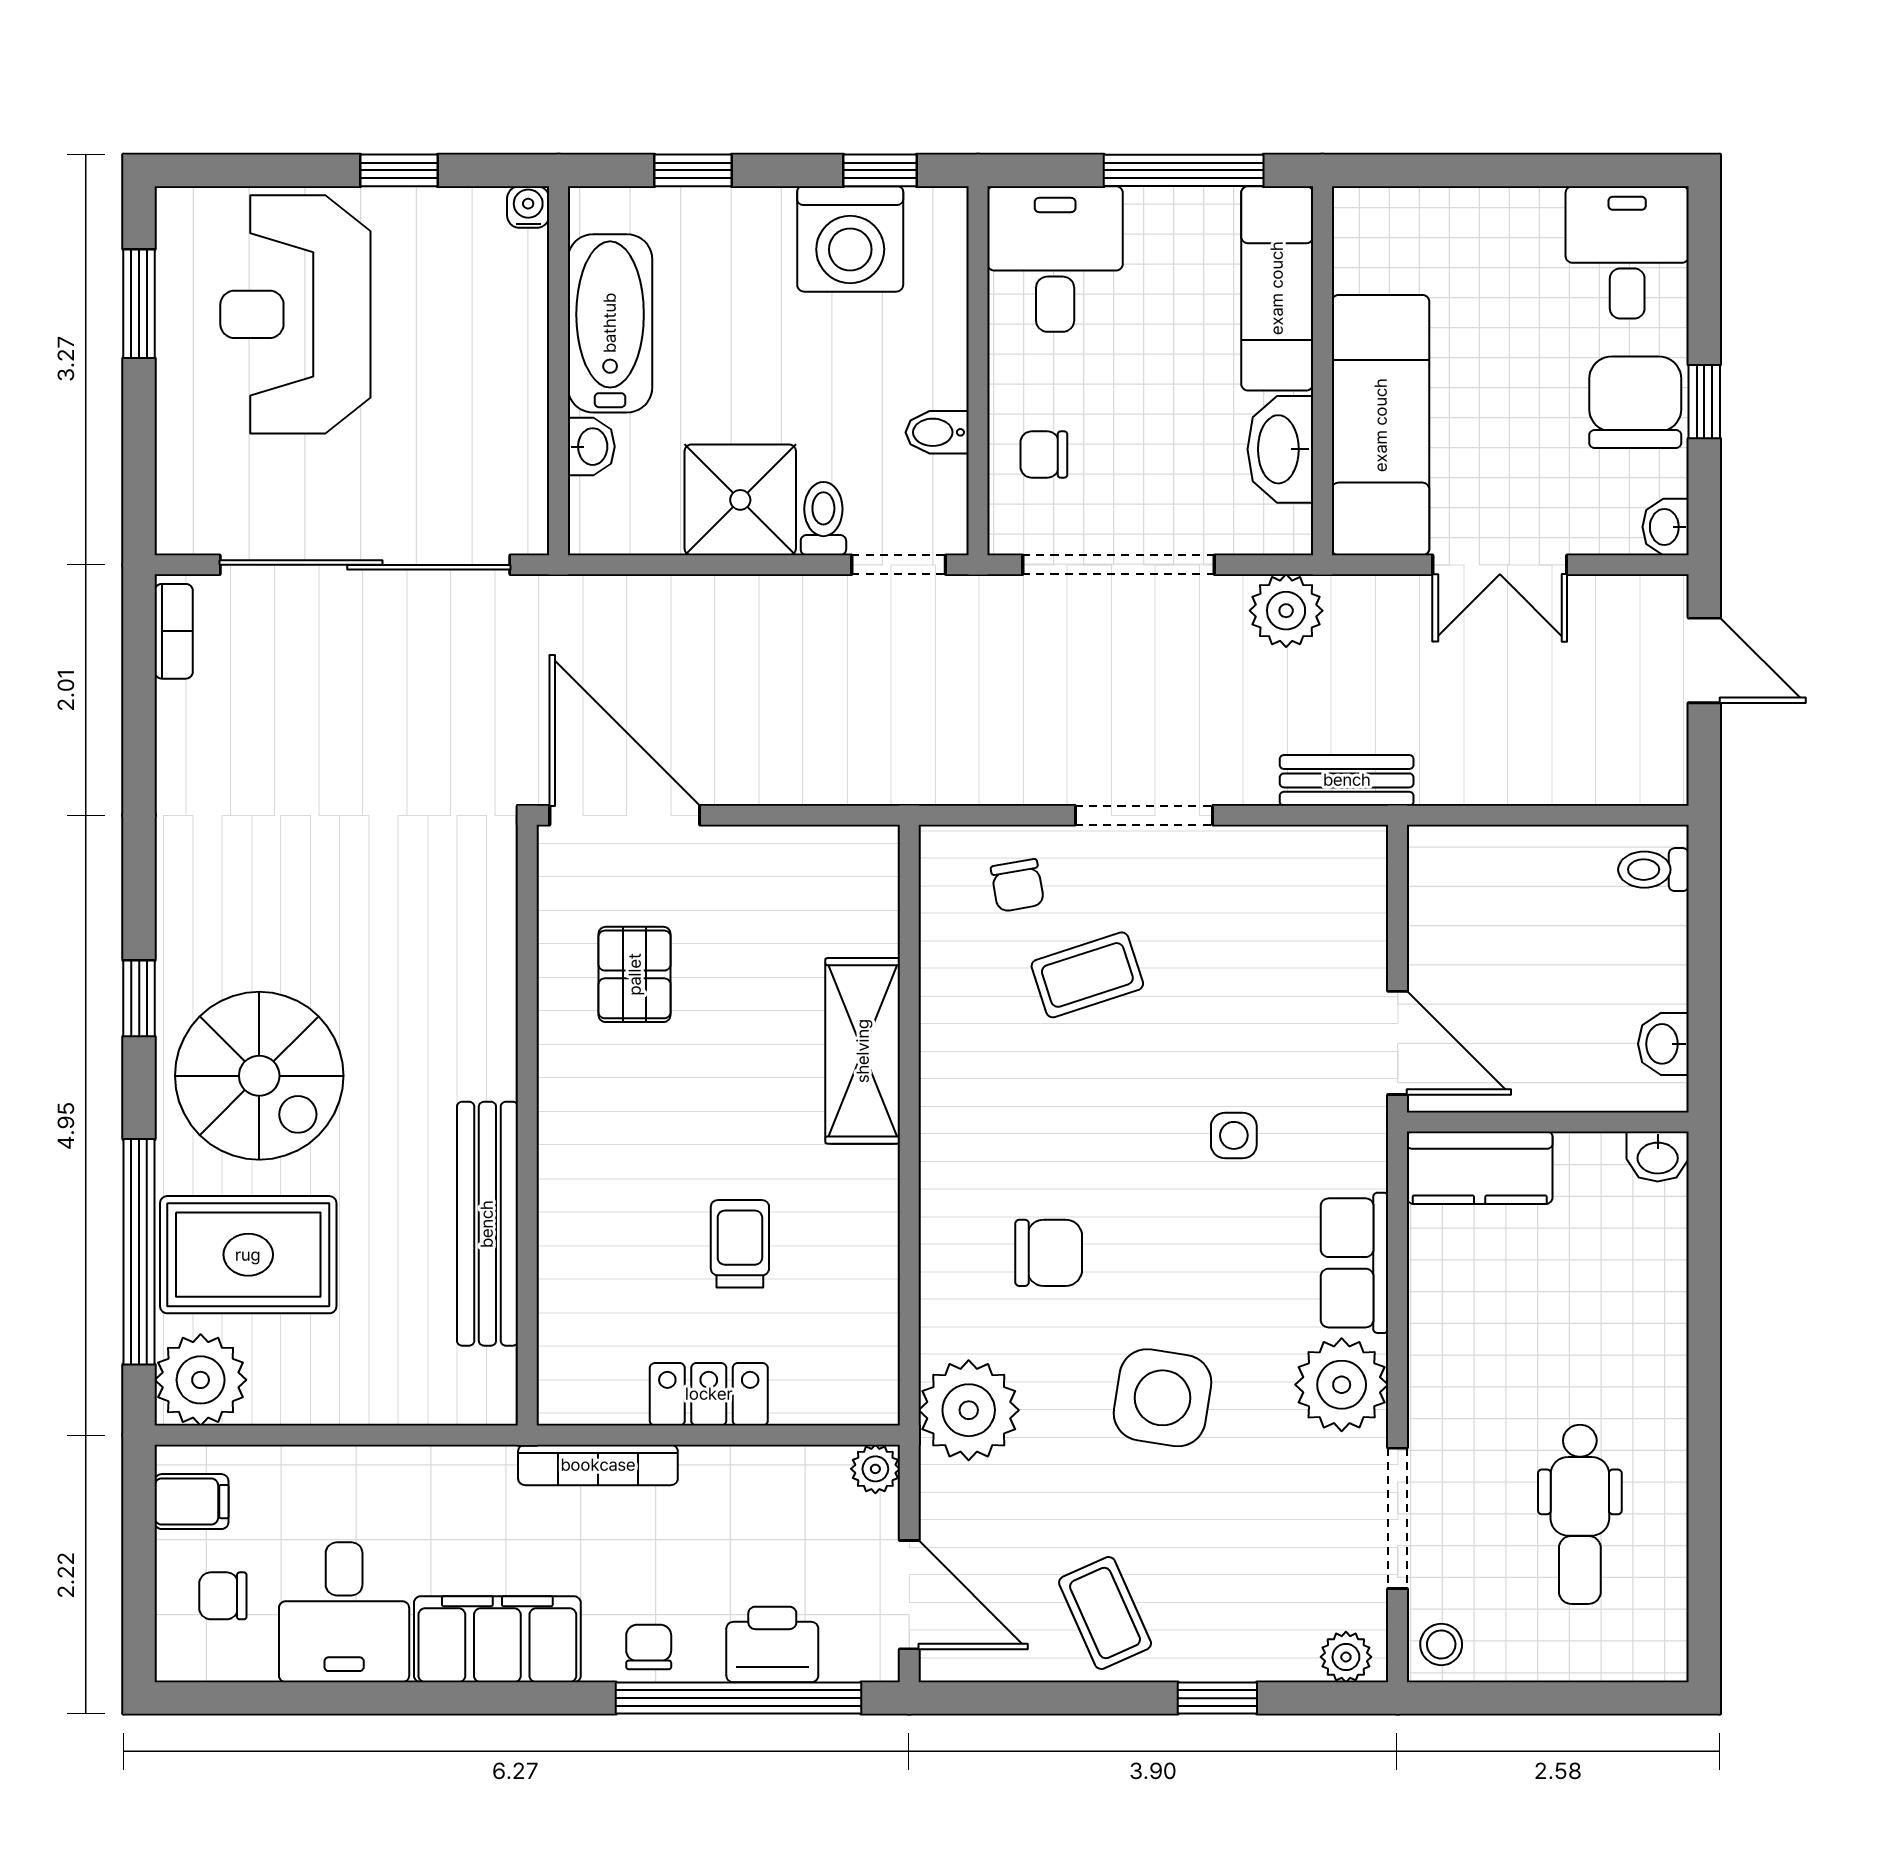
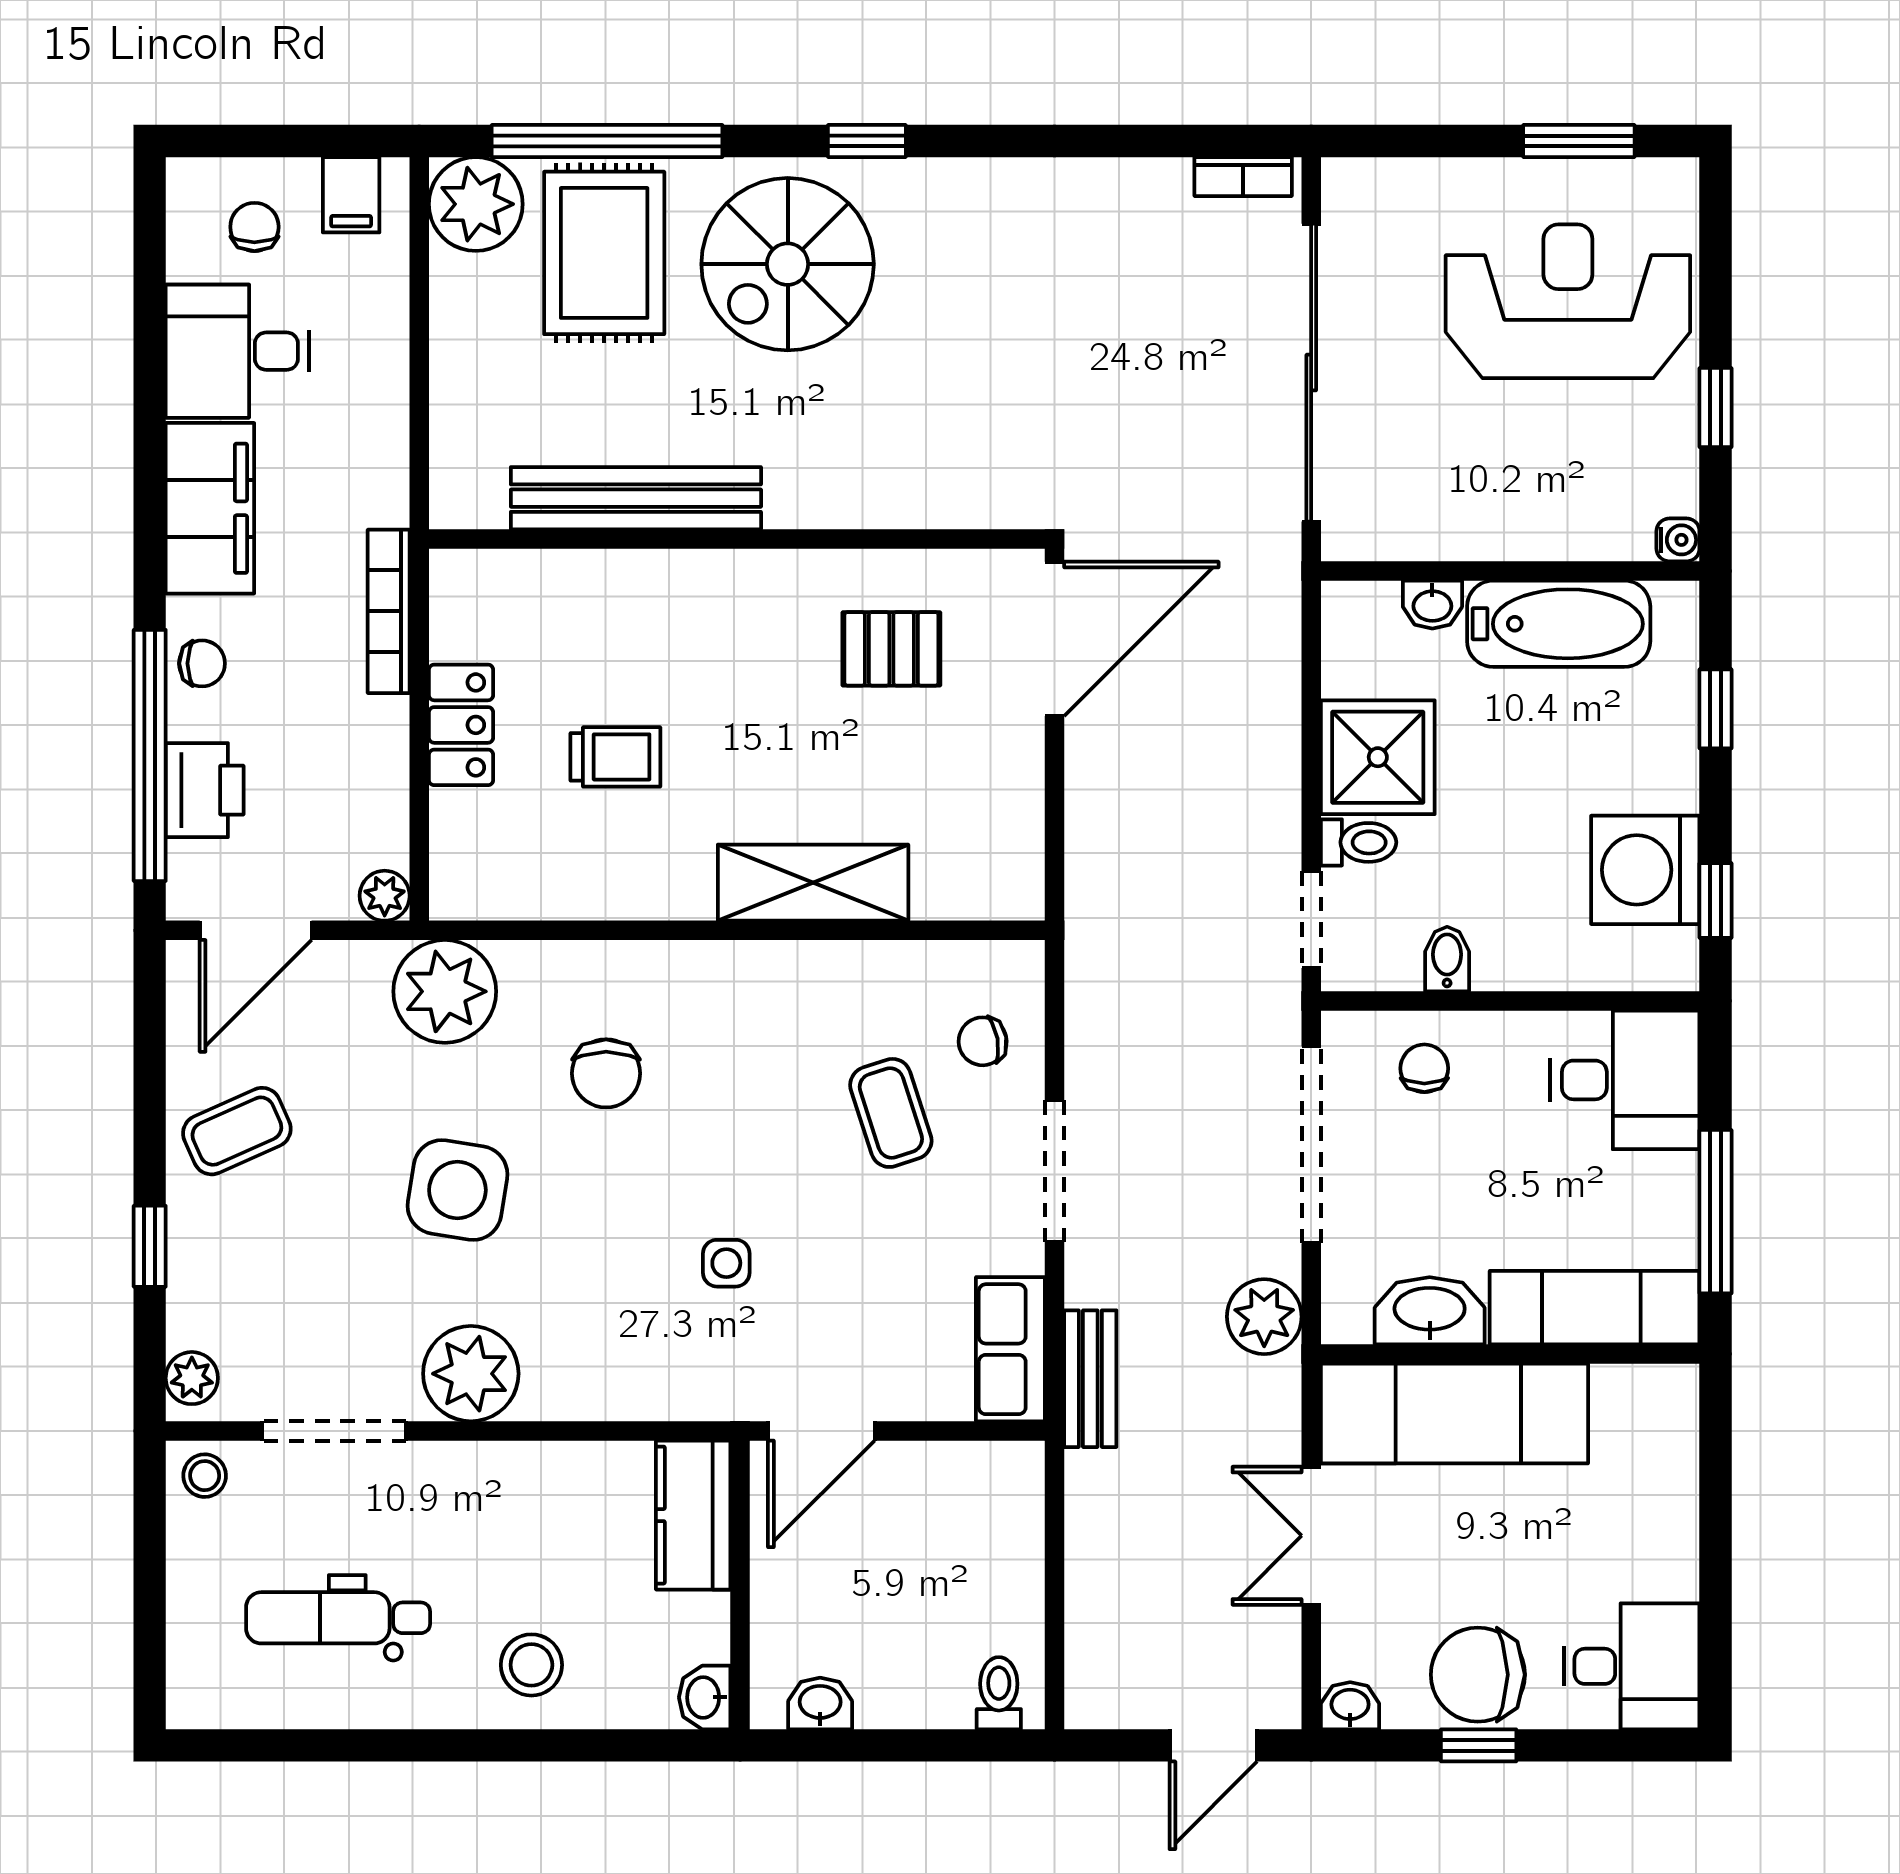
chair: (1635, 402) -> (1478, 1675), turned 180
row of seats: (1355, 1263) -> (1010, 1349), moved, turned -90
stool: (1626, 1326) -> (531, 1665), added

